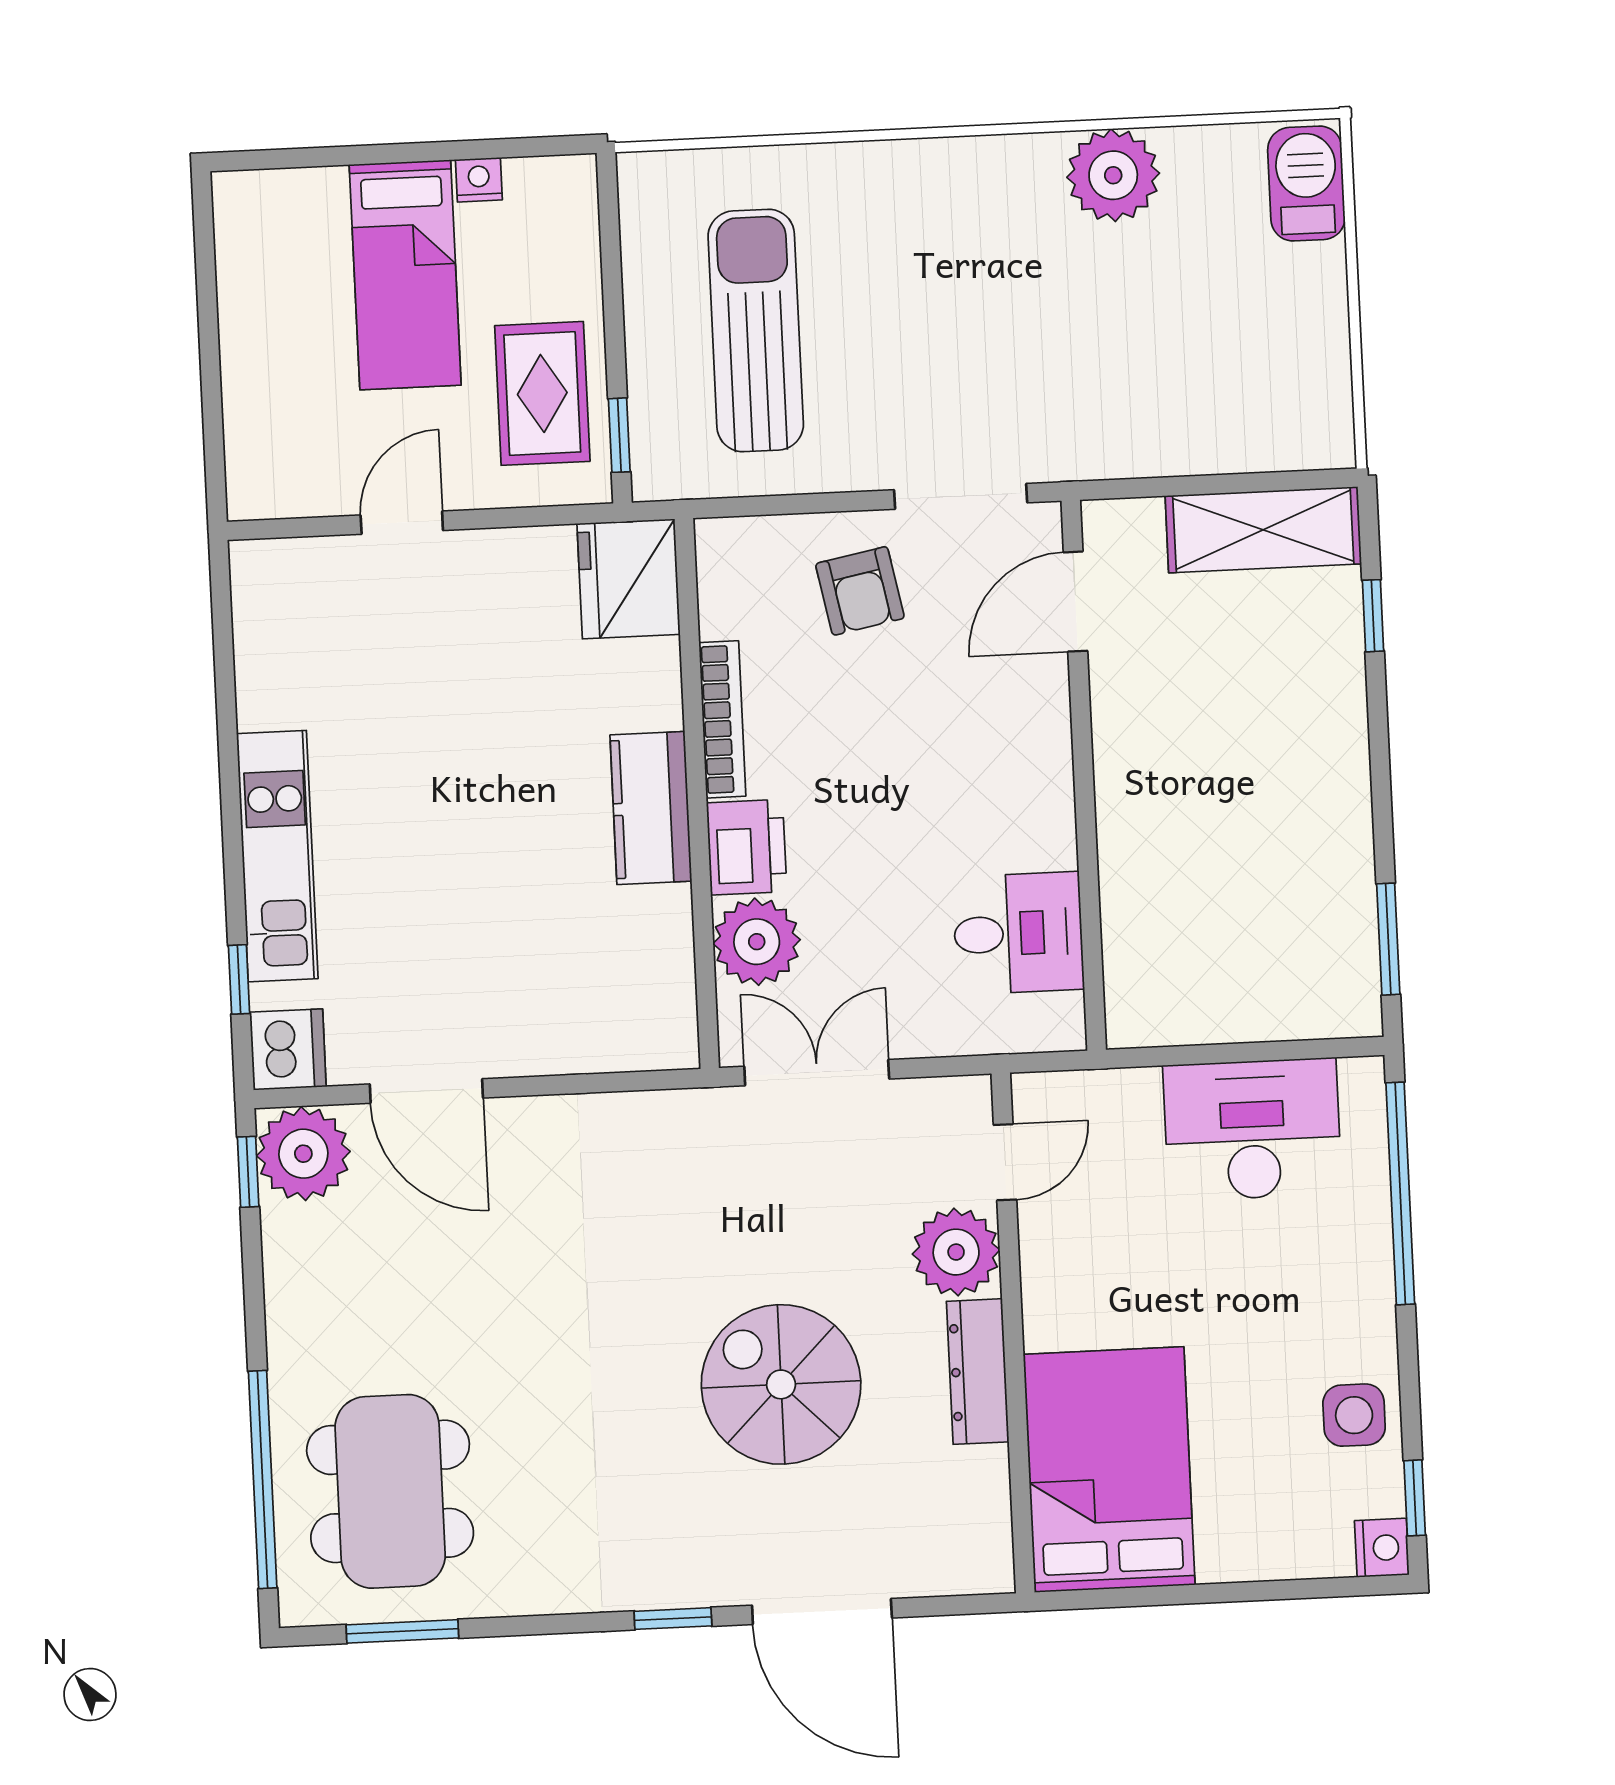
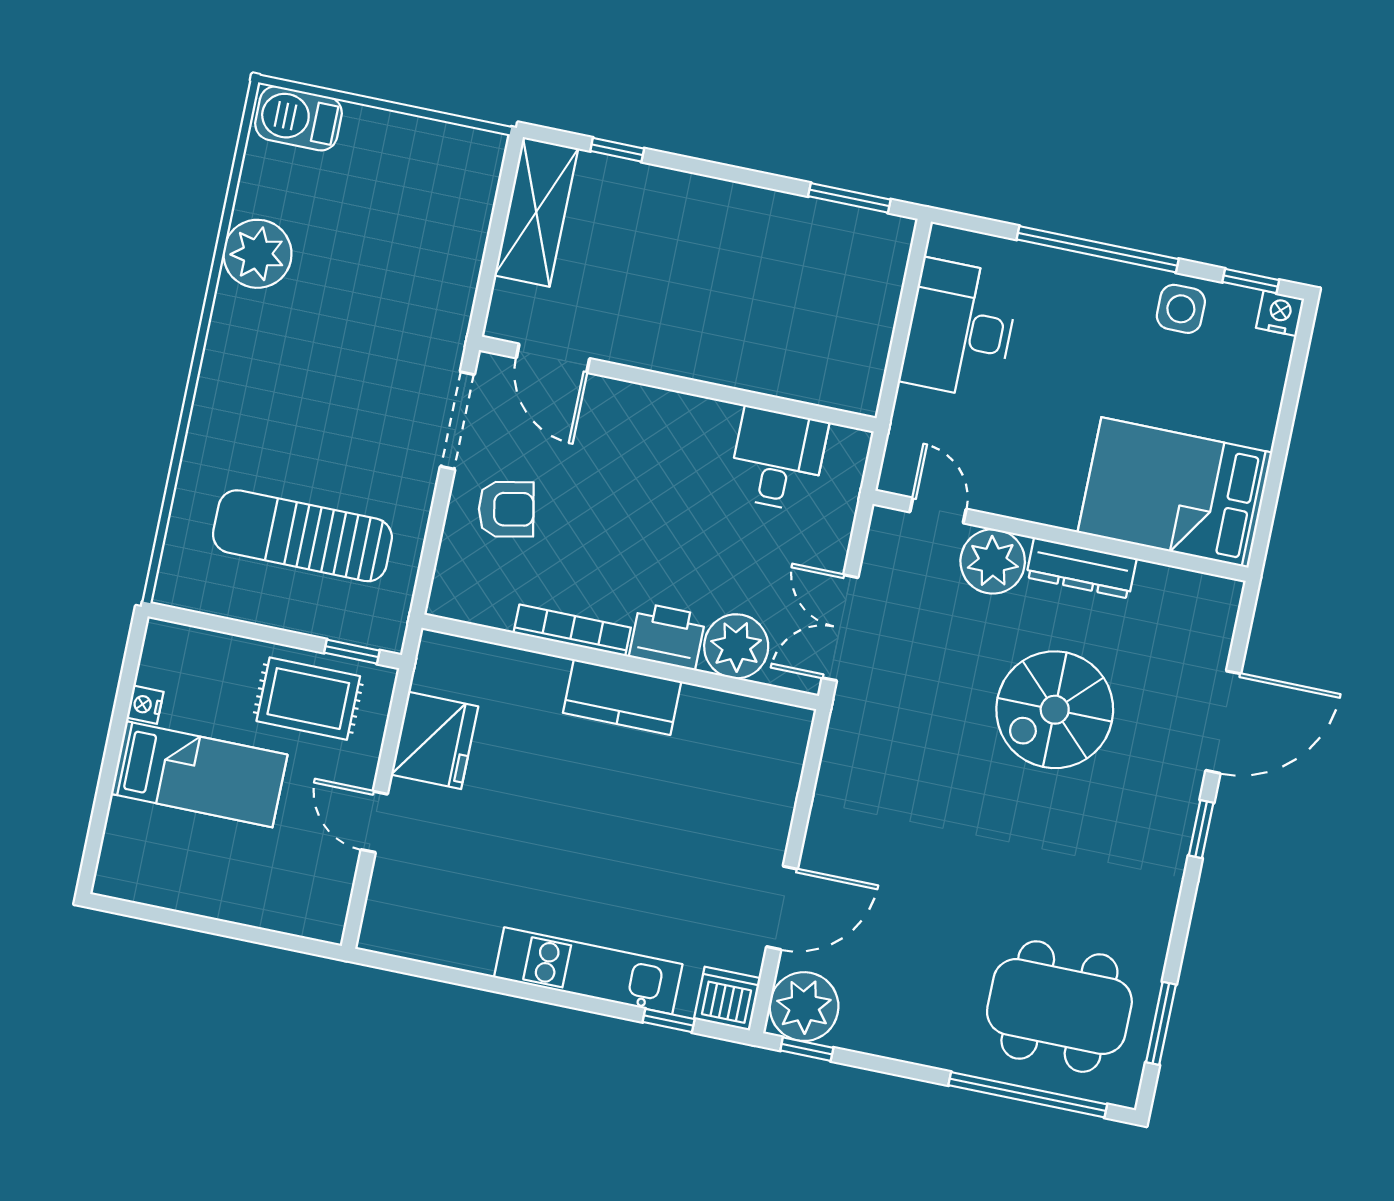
fridge: (629, 579) -> (435, 740), moved, turned -90
window: (1400, 1193) -> (1098, 249), moved

